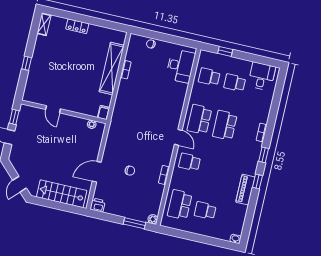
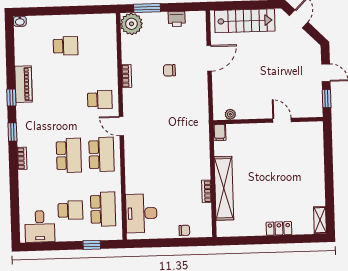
window: (27, 63) -> (329, 168), removed
school desk: (209, 77) -> (103, 209), width x1.85
printer: (98, 205) -> (177, 19), moved
school desk: (180, 205) -> (98, 45), removed
plant: (153, 219) -> (131, 24), width x1.88, depth x1.88

